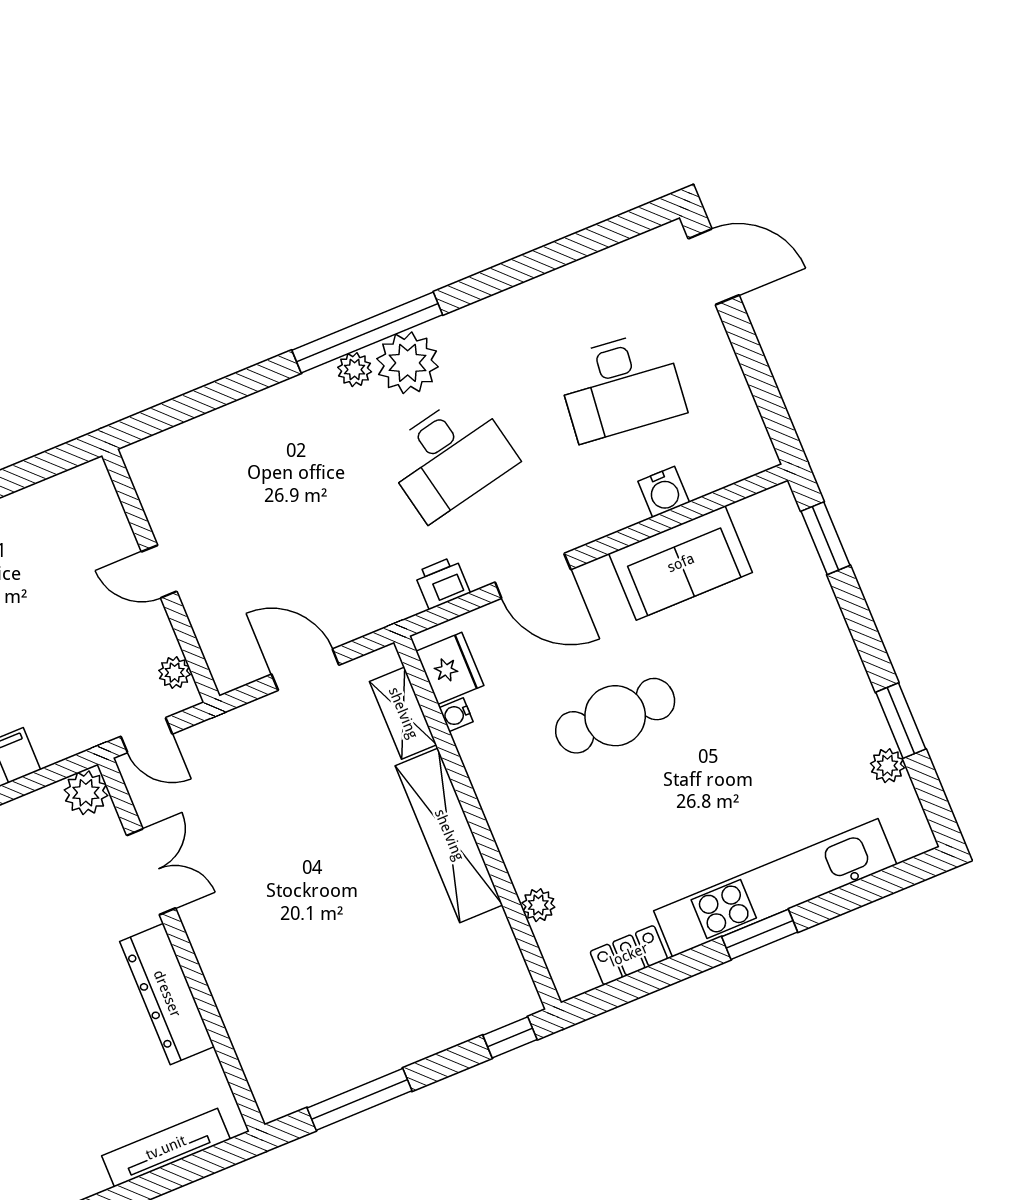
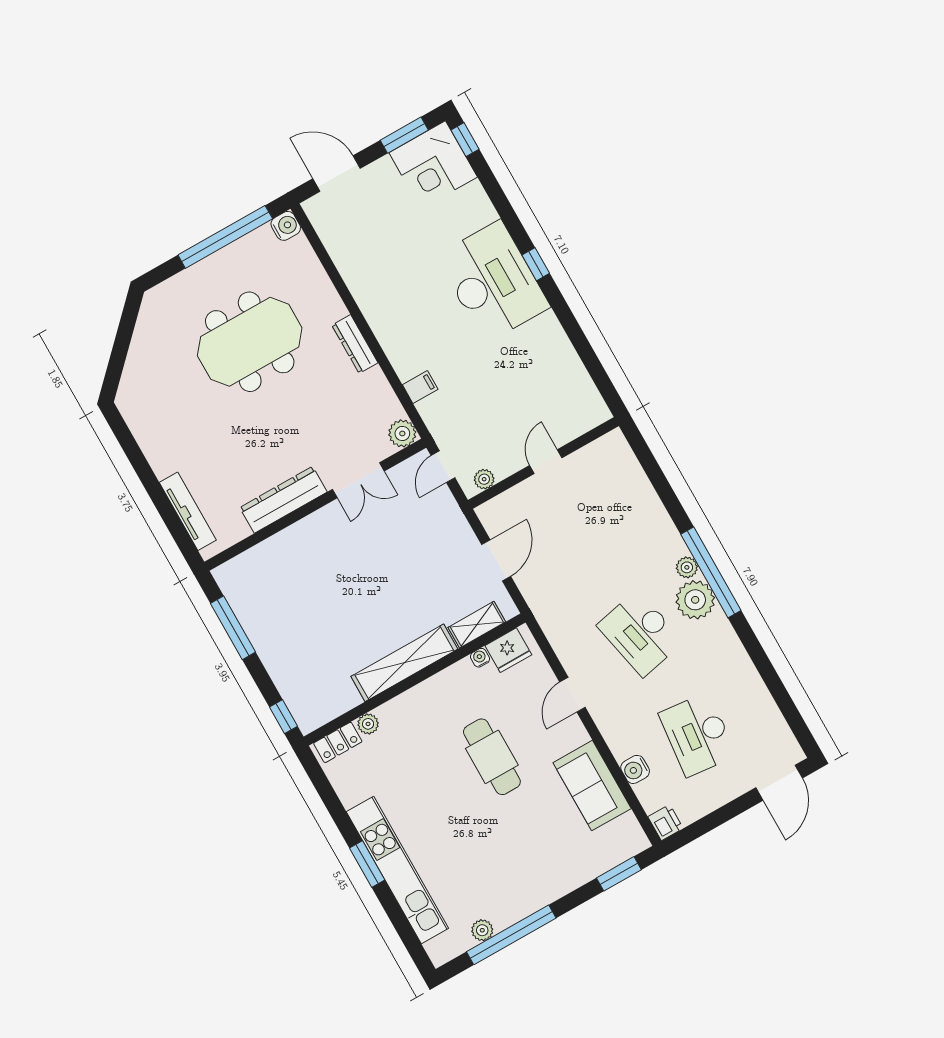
door: (533, 576) -> (572, 695), width x0.73
printer: (442, 583) -> (666, 823), moved
window: (901, 721) -> (511, 935), width x2.11
locker: (629, 955) -> (338, 742), moved, turned 90

